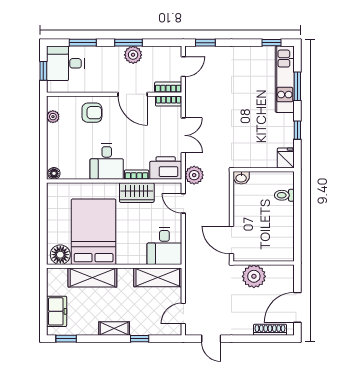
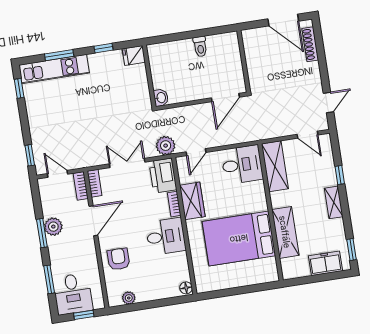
toilet: (284, 195) -> (200, 47), moved
floor lamp: (60, 255) -> (267, 269), removed
plant: (254, 276) -> (259, 69), removed

